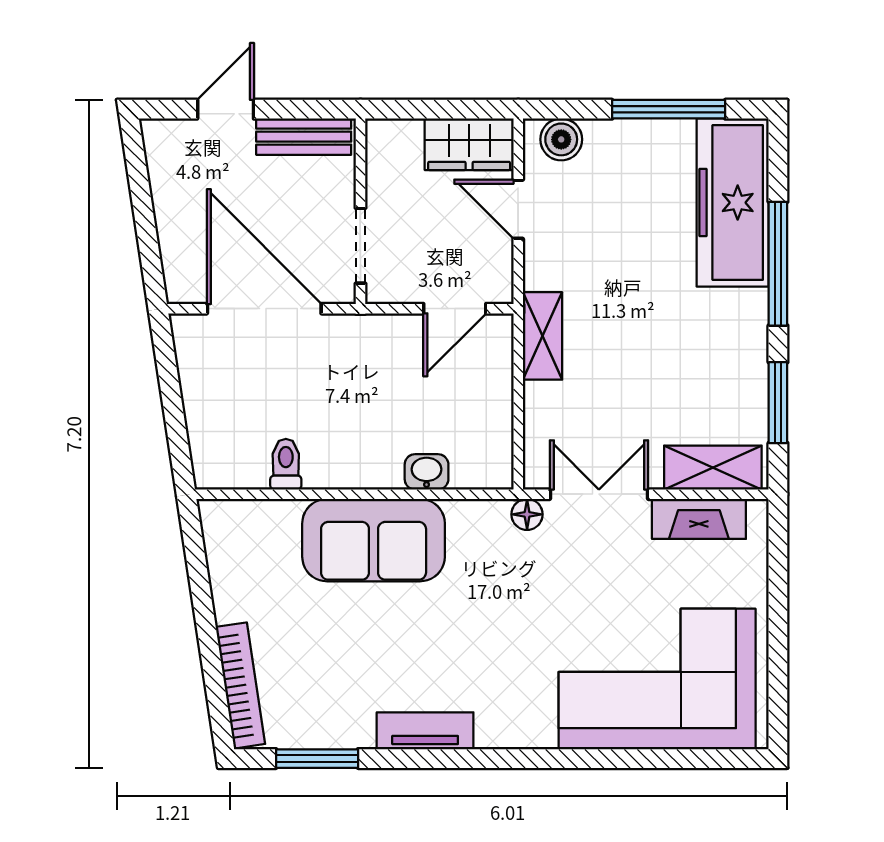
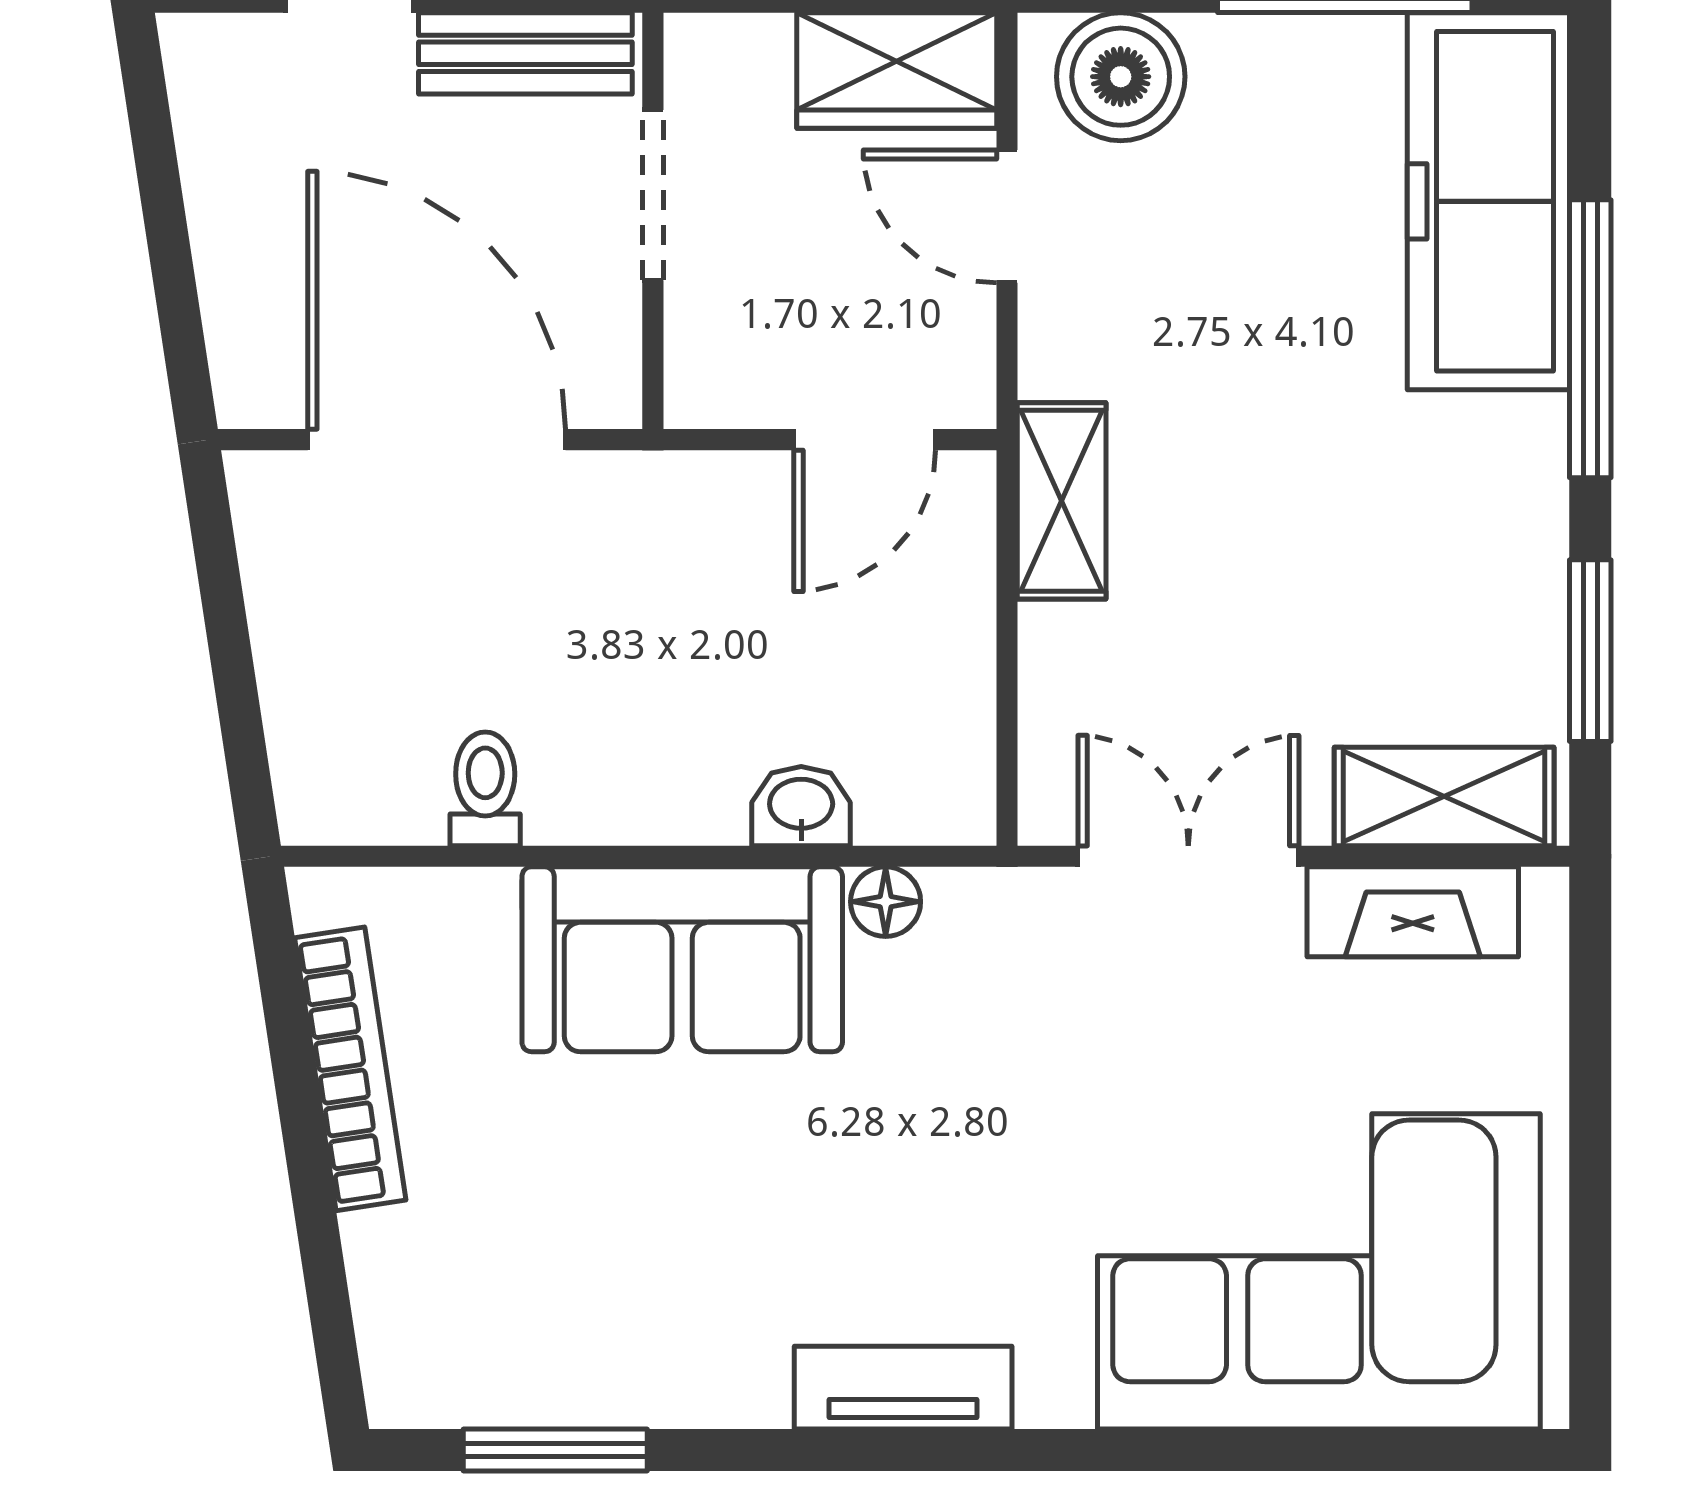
boiler: (561, 139) -> (1121, 77), width x1.36, depth x1.36
doorway: (360, 246) -> (653, 195), moved
floor lamp: (527, 514) -> (886, 902), moved
bookcase: (240, 685) -> (350, 1069), moved
tv unit: (425, 731) -> (903, 1388), moved

